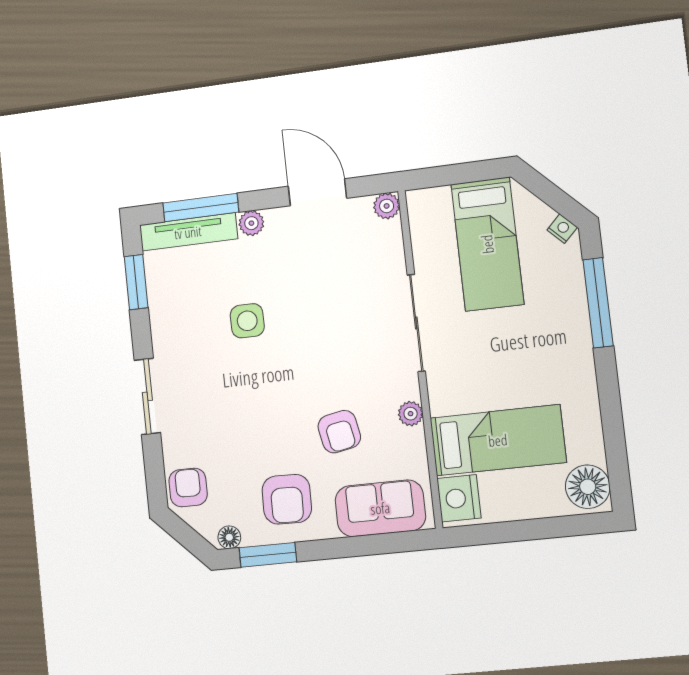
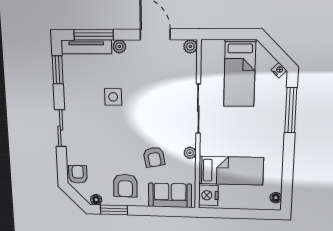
floor lamp: (588, 487) -> (276, 198), width x0.53, depth x0.53

